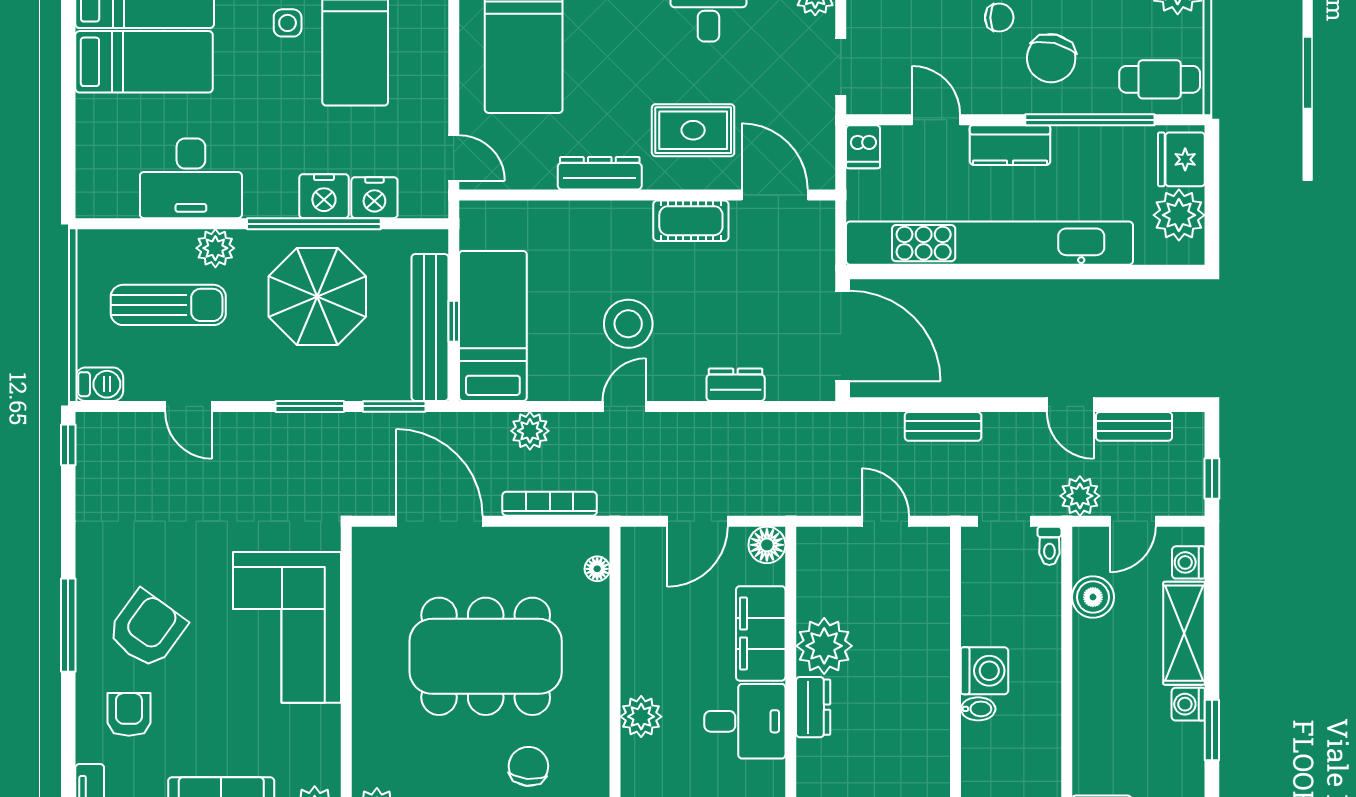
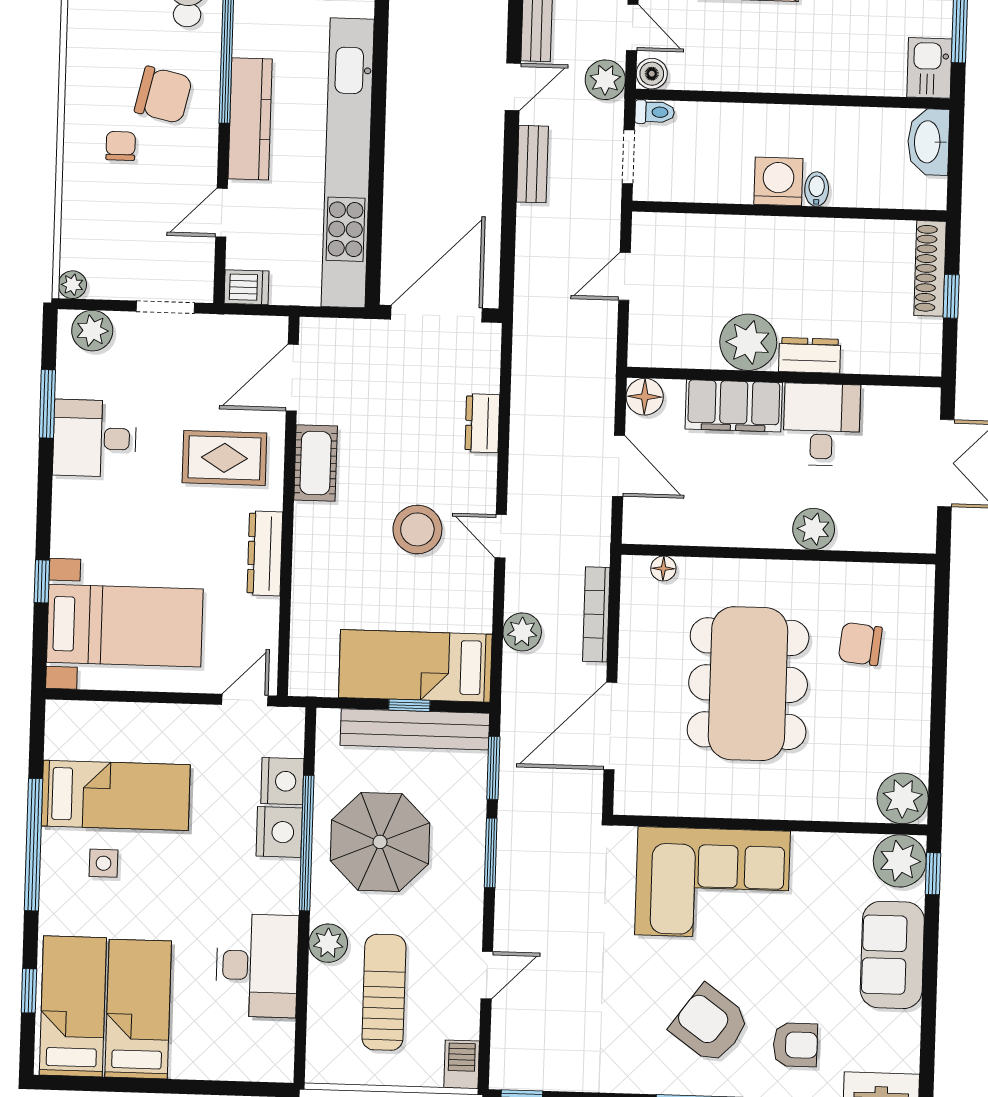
rug: (693, 130) -> (224, 458), turned 90
kitchen counter: (1010, 145) -> (250, 119), width x1.50
bench: (943, 426) -> (532, 164), moved
boiler: (1093, 597) -> (652, 74), moved, width x0.73, depth x0.73
armchair: (129, 714) -> (795, 1045), turned 180

